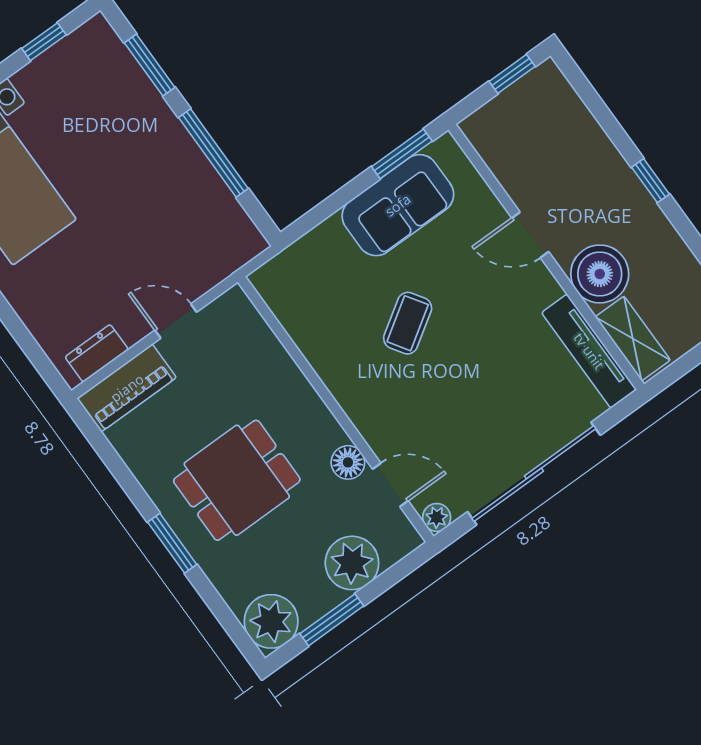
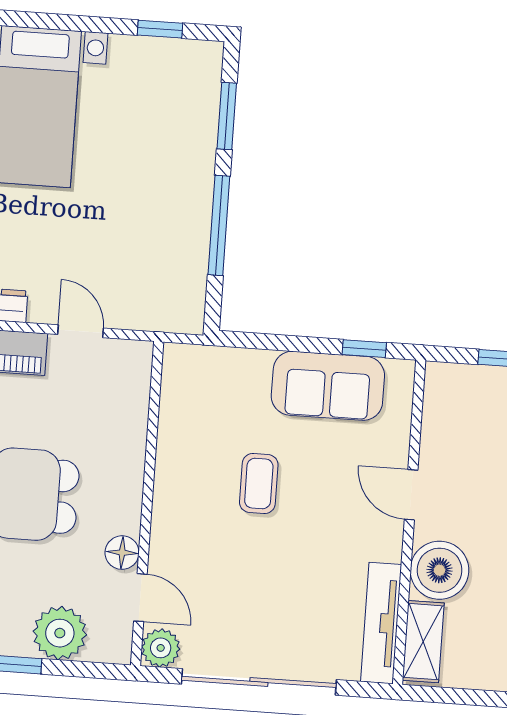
window: (402, 154) -> (364, 349), width x0.67
coffee table: (408, 323) -> (259, 483), turned -57
plant: (437, 517) -> (161, 648), width x1.38, depth x1.38

